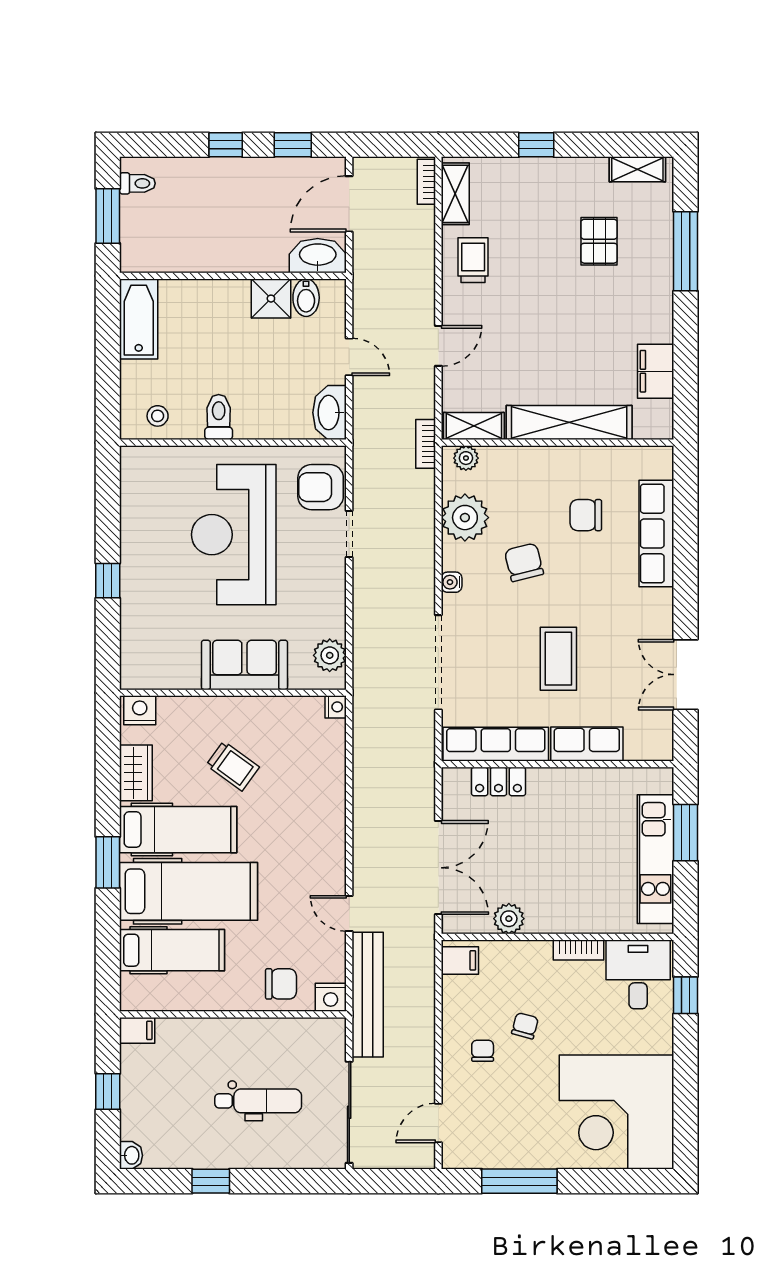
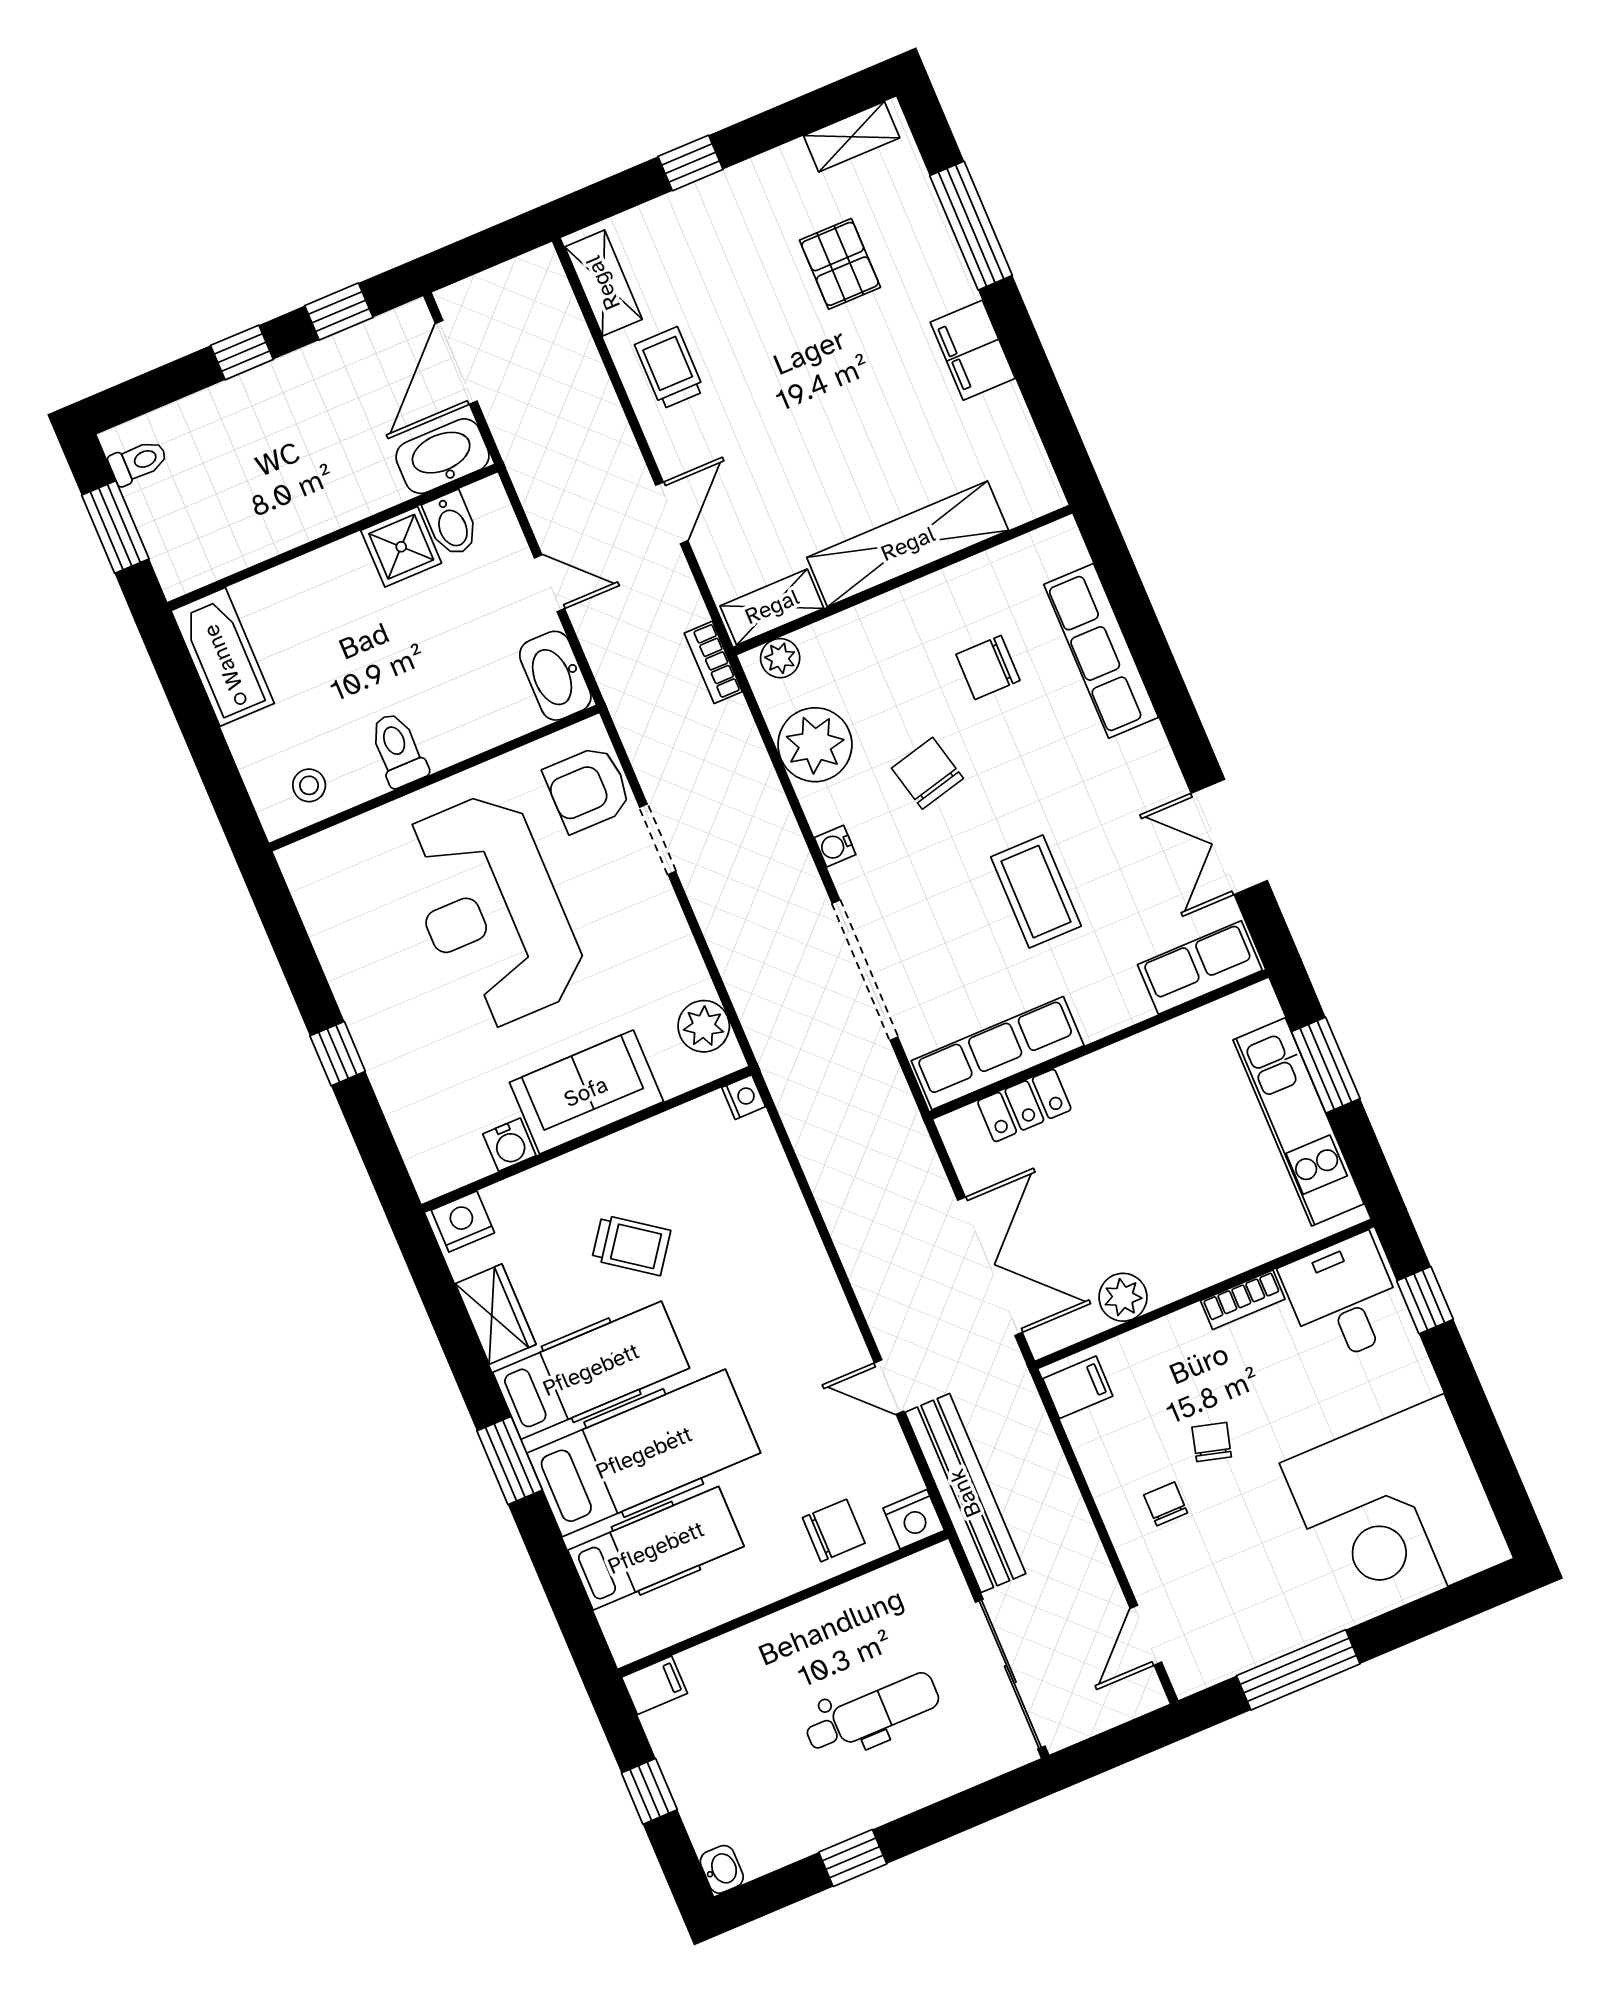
bookcase: (426, 182) -> (554, 283), removed
filing cabinet: (656, 371) -> (973, 350), moved
water cooler: (186, 677) -> (509, 1145), added
row of seats: (587, 744) -> (1200, 968), moved

